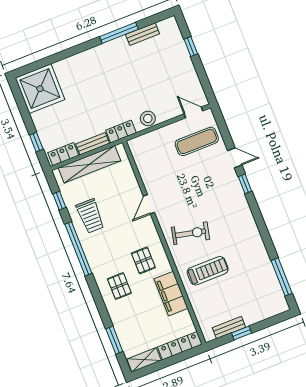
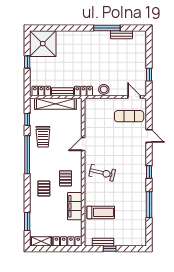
window: (191, 46) -> (149, 75), moved
window: (36, 142) -> (27, 62), moved
window: (245, 184) -> (149, 172), moved
treadmill: (208, 271) -> (101, 212), moved
window: (282, 277) -> (149, 205), moved

